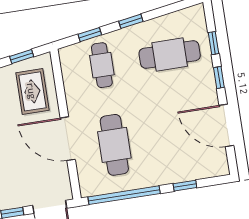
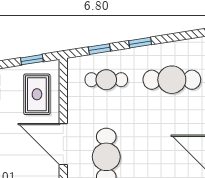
cafe table: (102, 65) -> (106, 80), turned 90

